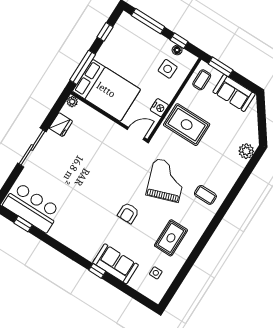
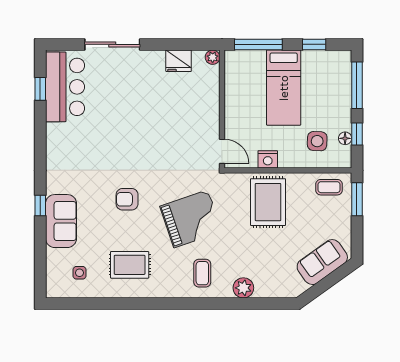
bed: (106, 90) -> (284, 88), moved, width x0.67
sofa: (234, 93) -> (322, 262), moved, turned 54
sliding door: (32, 147) -> (112, 44), moved
plant: (246, 151) -> (243, 288), moved

